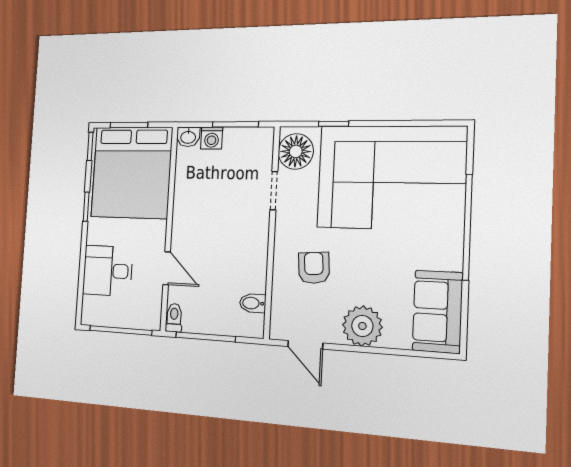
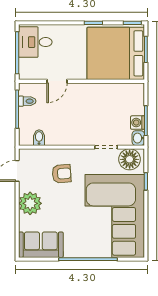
washbasin: (188, 137) -> (138, 138), moved
washing machine: (212, 138) -> (138, 123), moved
desk: (108, 271) -> (35, 42), moved, turned -90
toilet: (174, 318) -> (27, 101), moved

